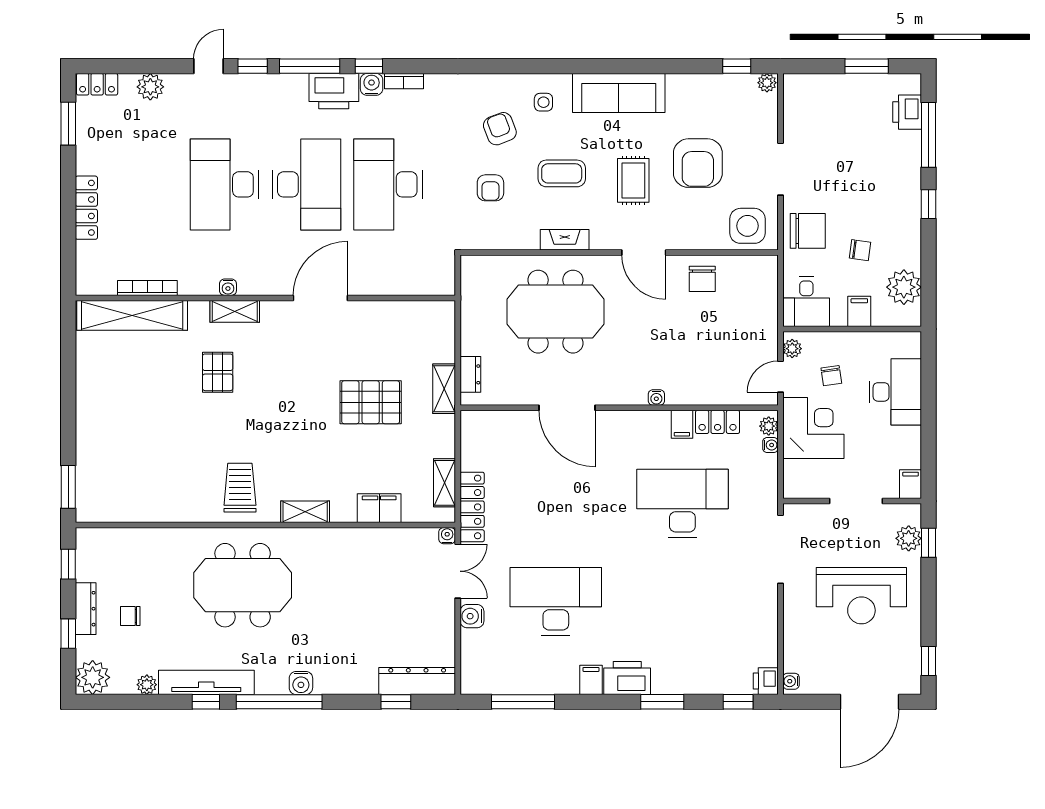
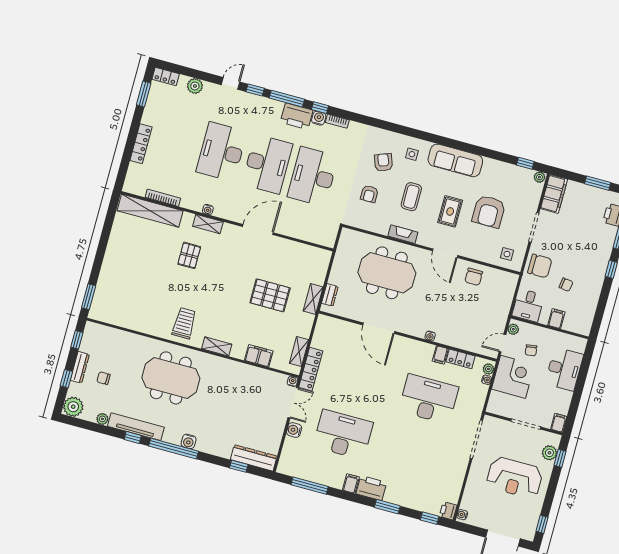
filing cabinet: (799, 104) -> (554, 194), added
coffee table: (562, 173) -> (411, 197), turned 90
side table: (747, 226) -> (507, 254), width x0.54, depth x0.54
plant: (904, 287) -> (585, 312), removed

